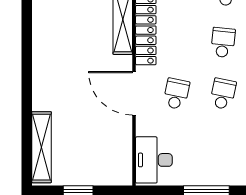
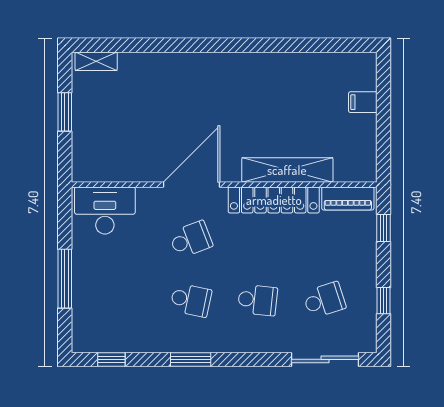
school desk: (176, 94) -> (191, 239), turned -33
shelving: (42, 147) -> (96, 61), width x0.45, depth x0.75

